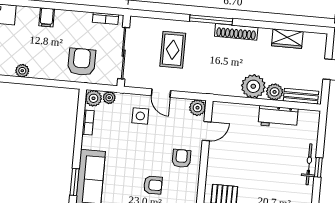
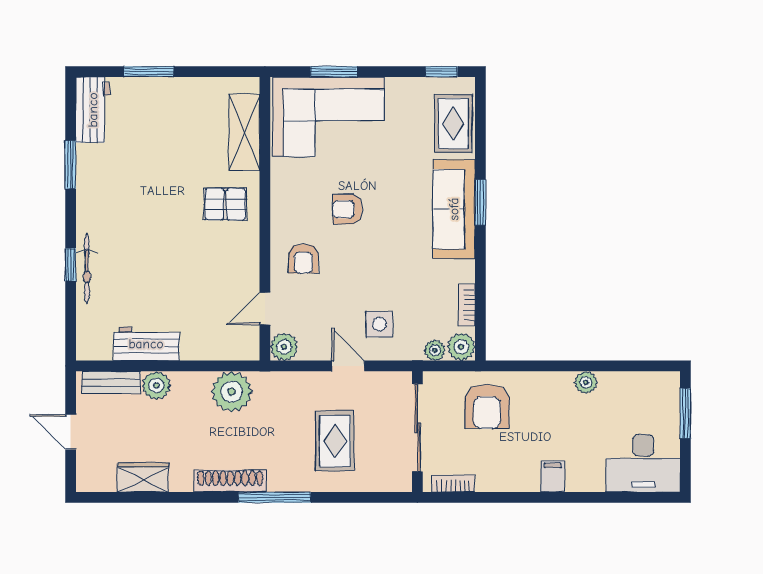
plant: (253, 86) -> (232, 392), moved

